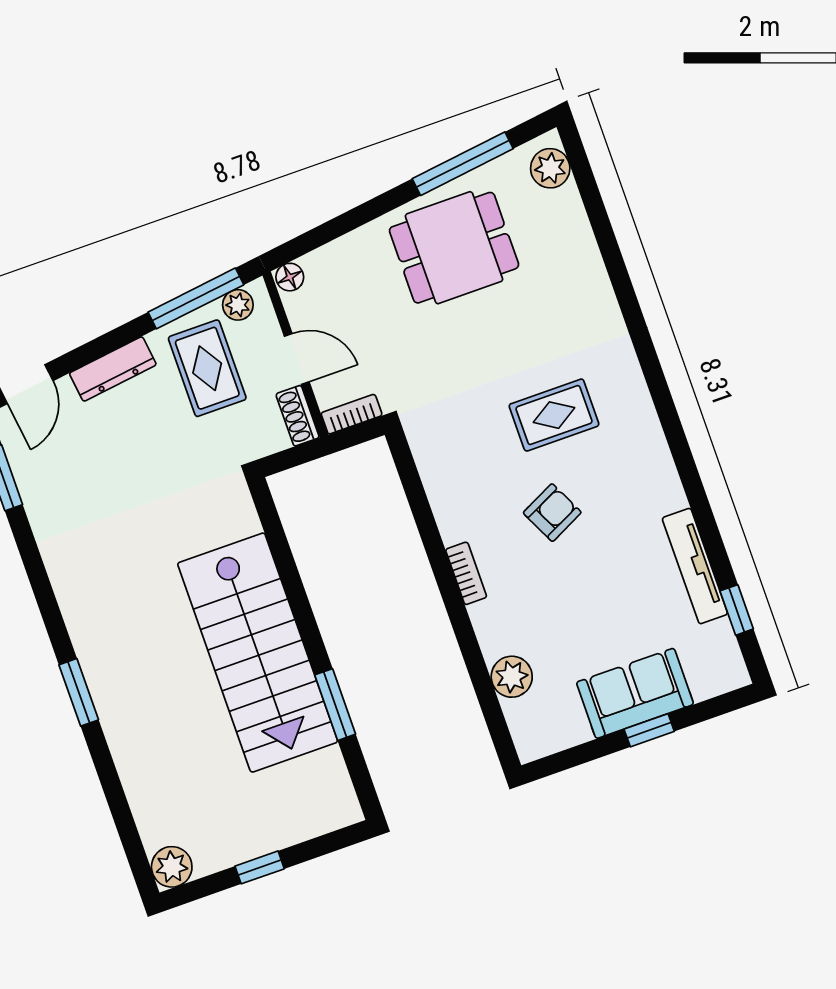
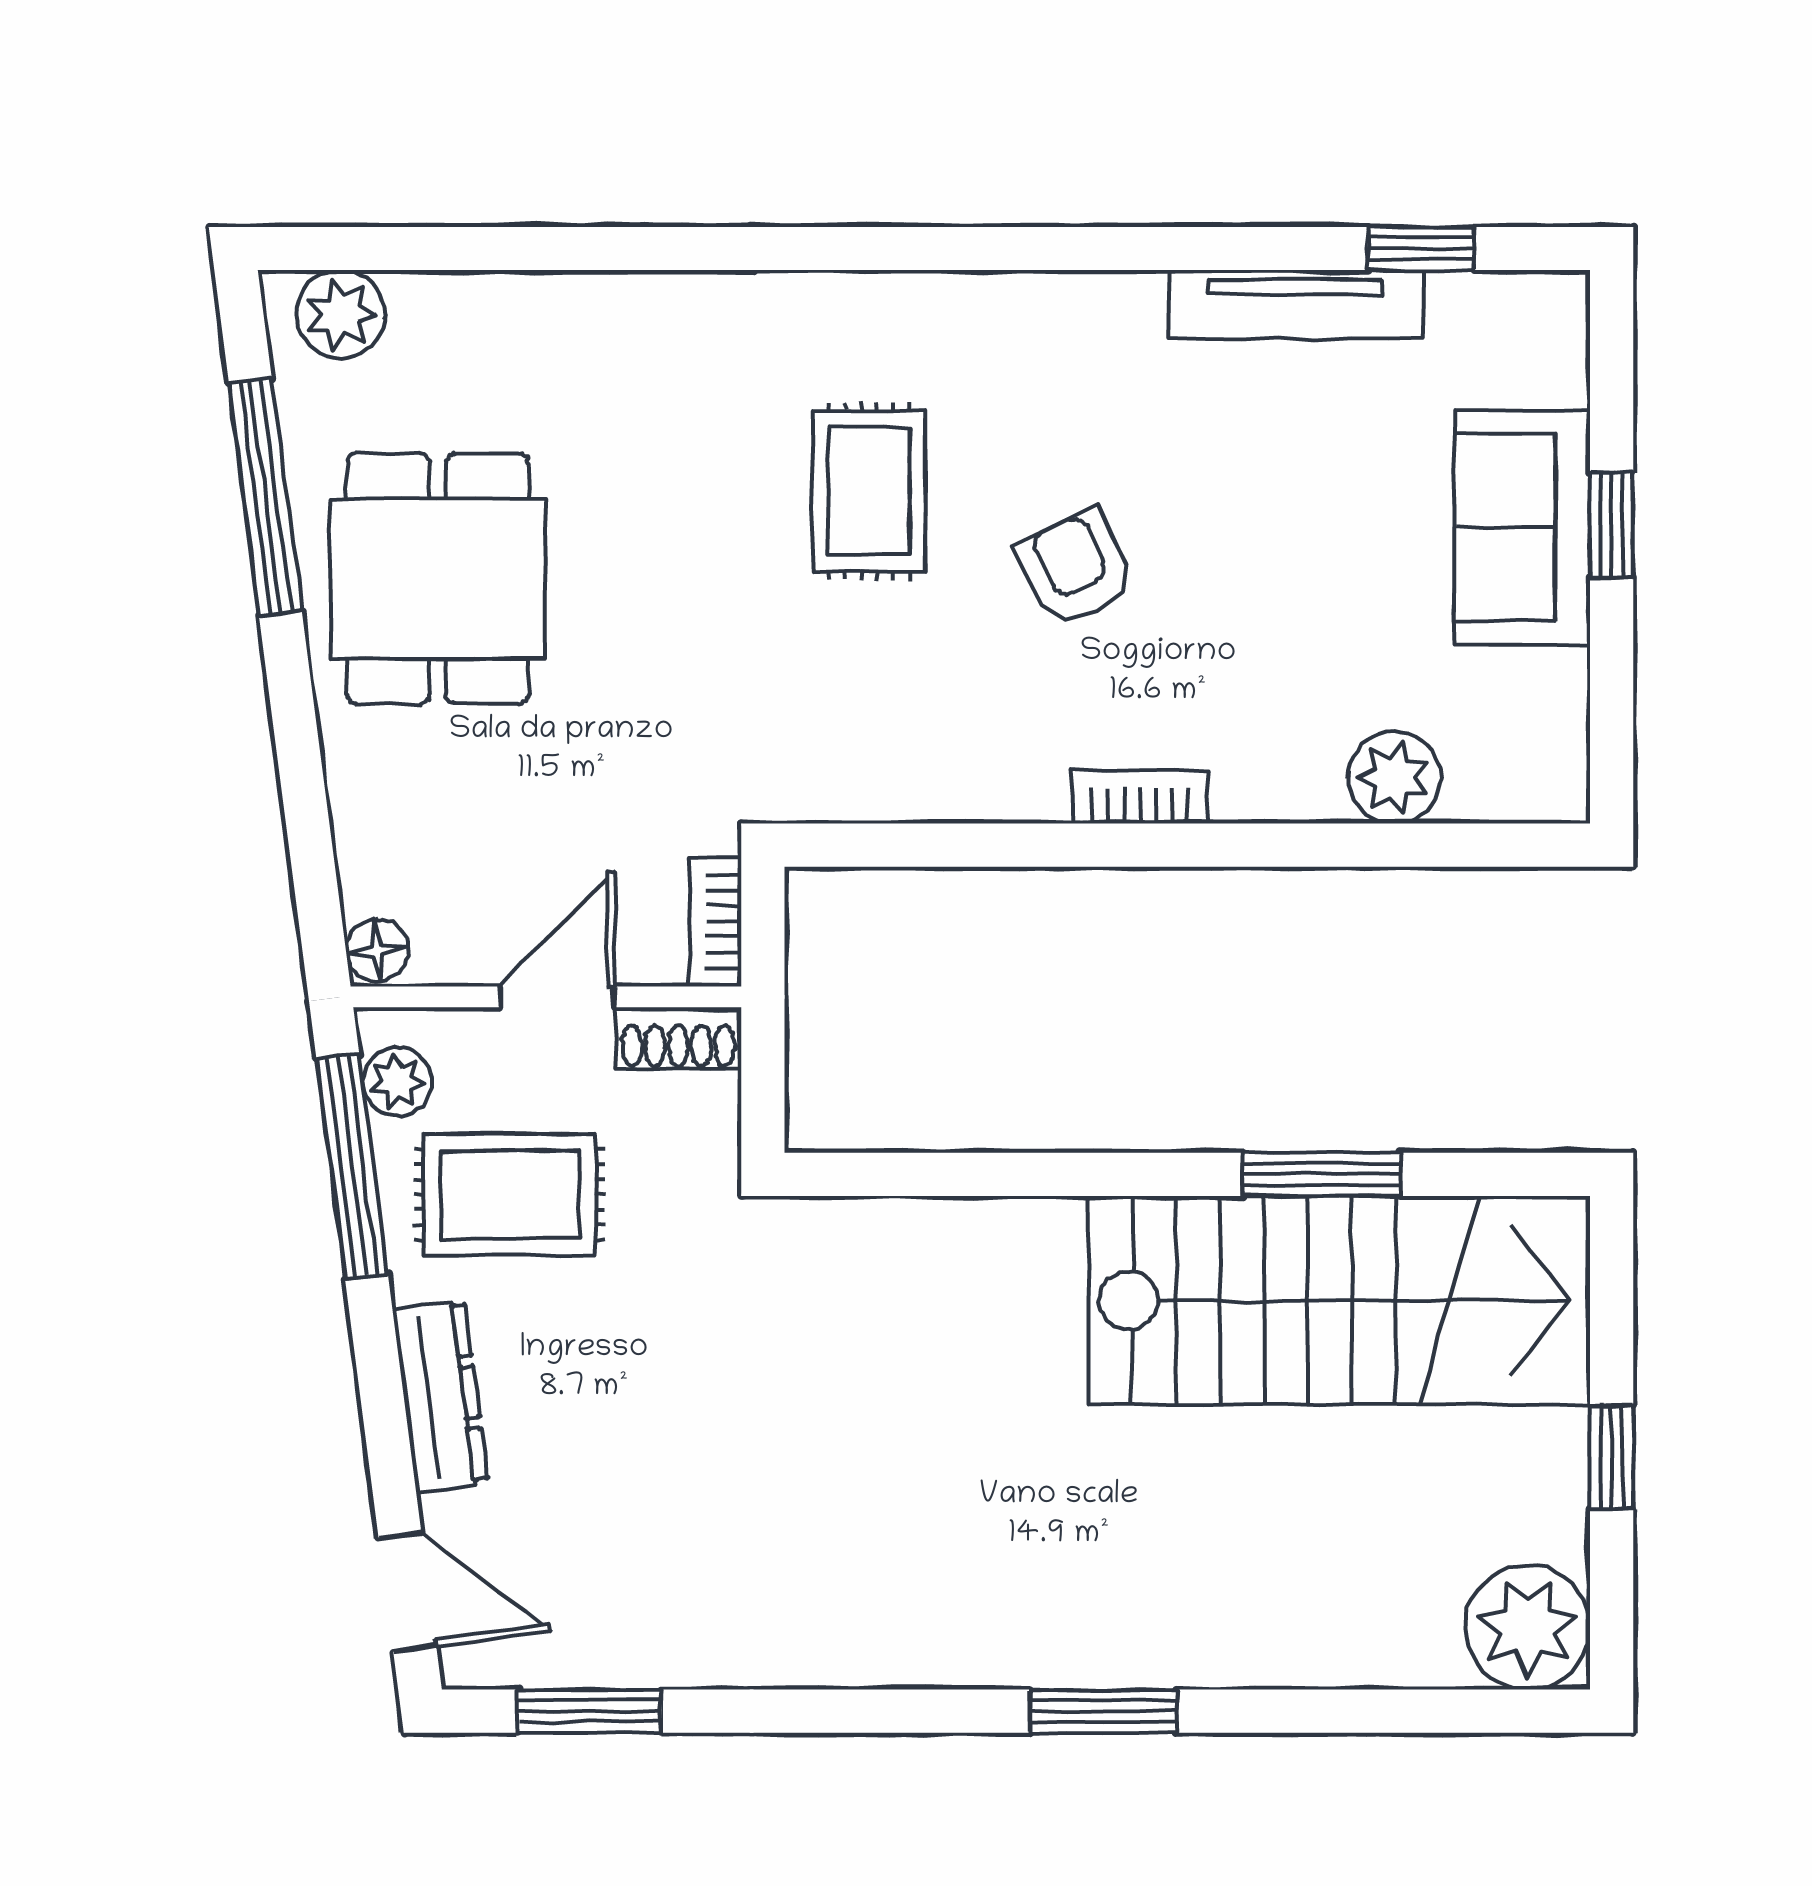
stairs: (258, 653) -> (1339, 1300), moved
plant: (172, 867) -> (1528, 1627), width x1.36, depth x1.36

